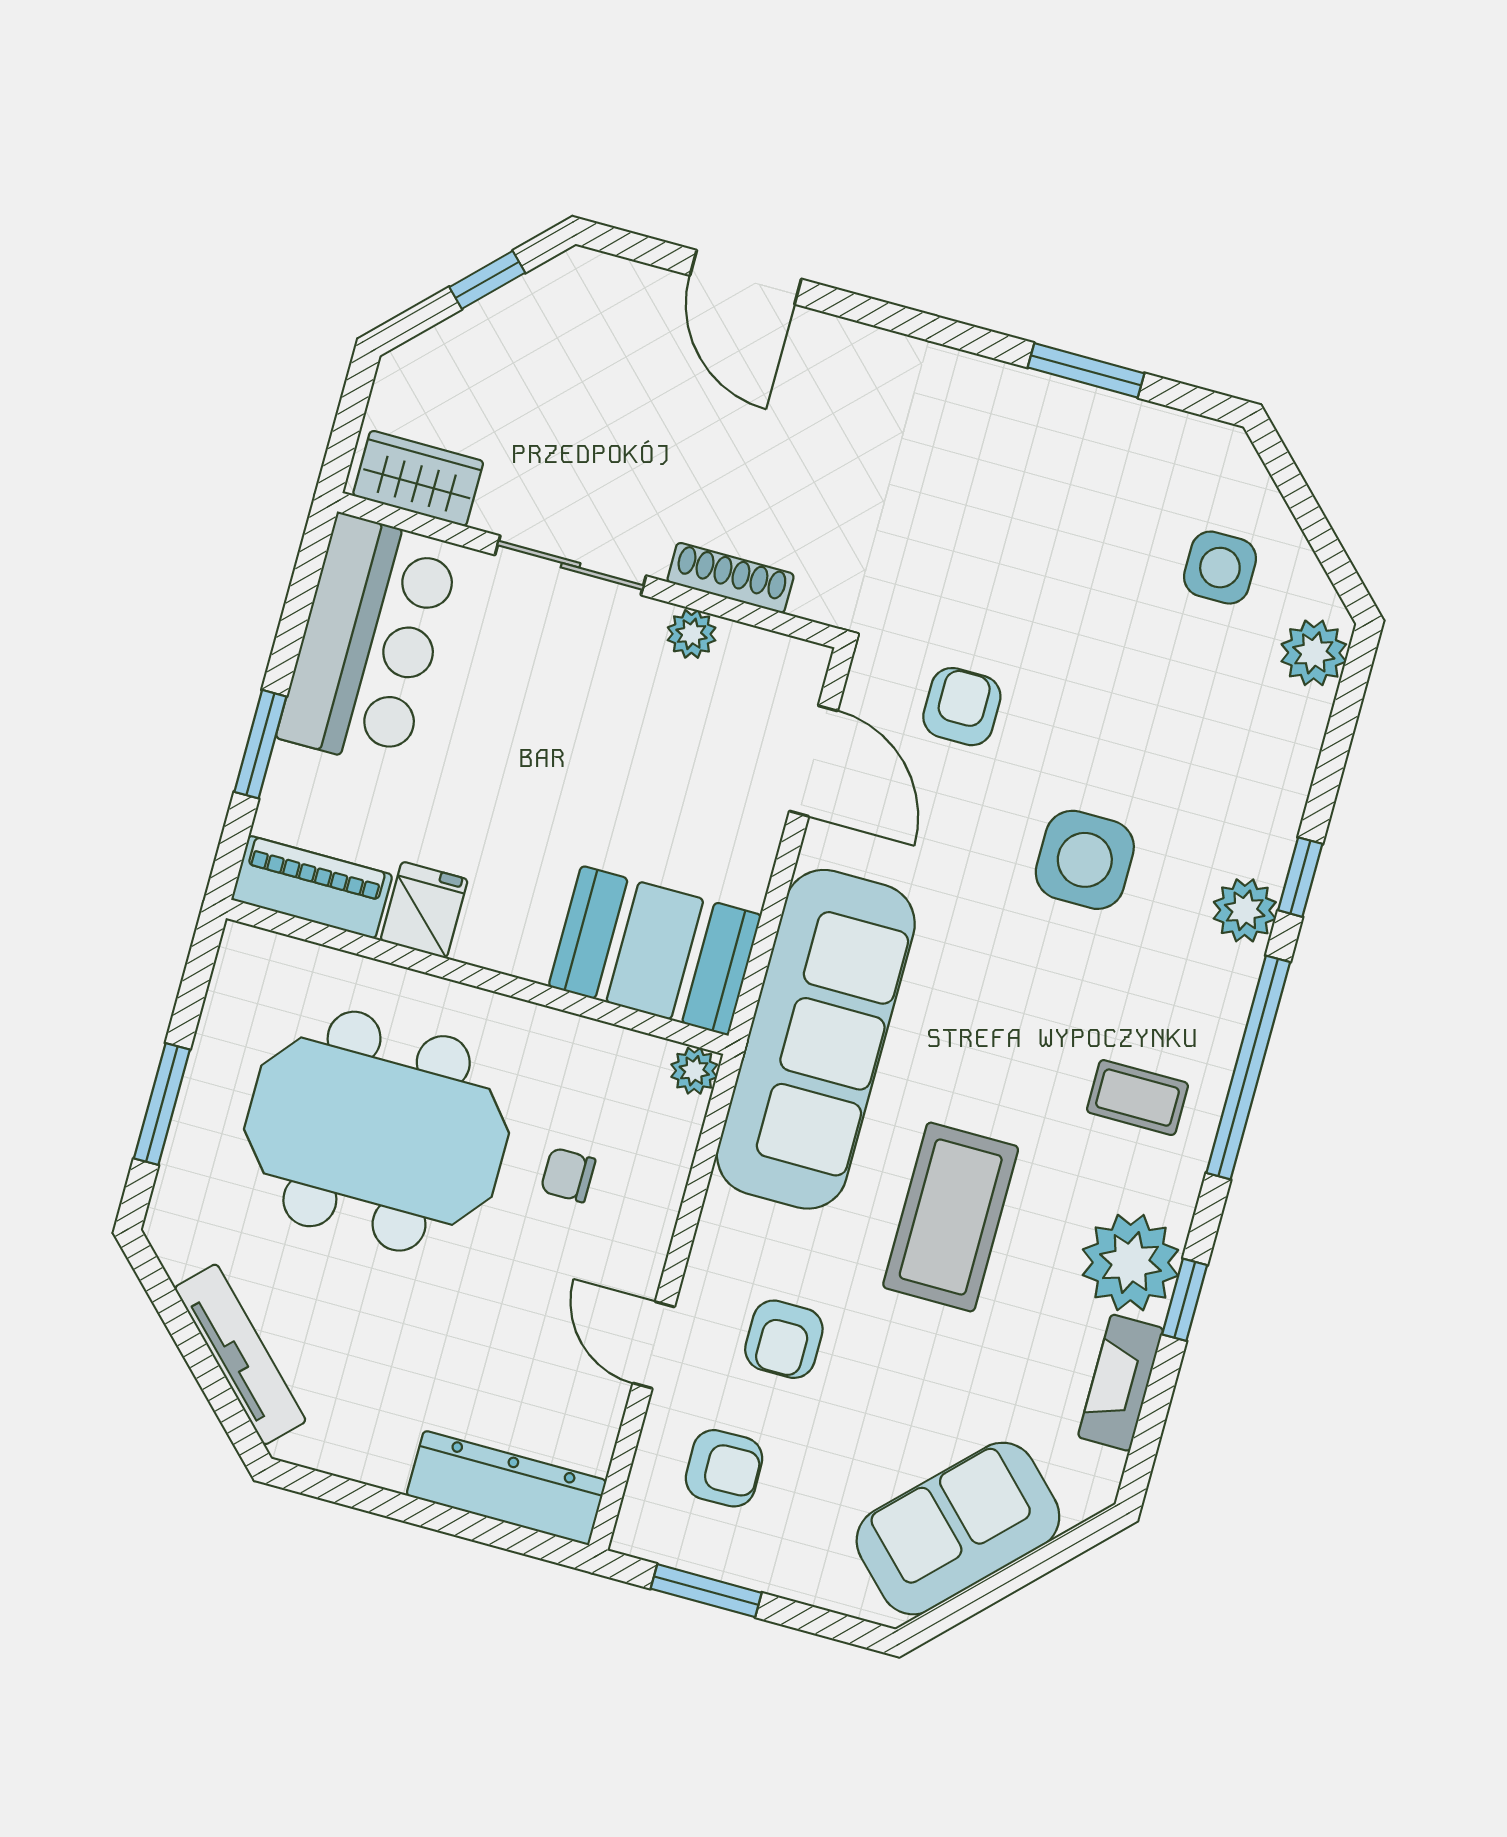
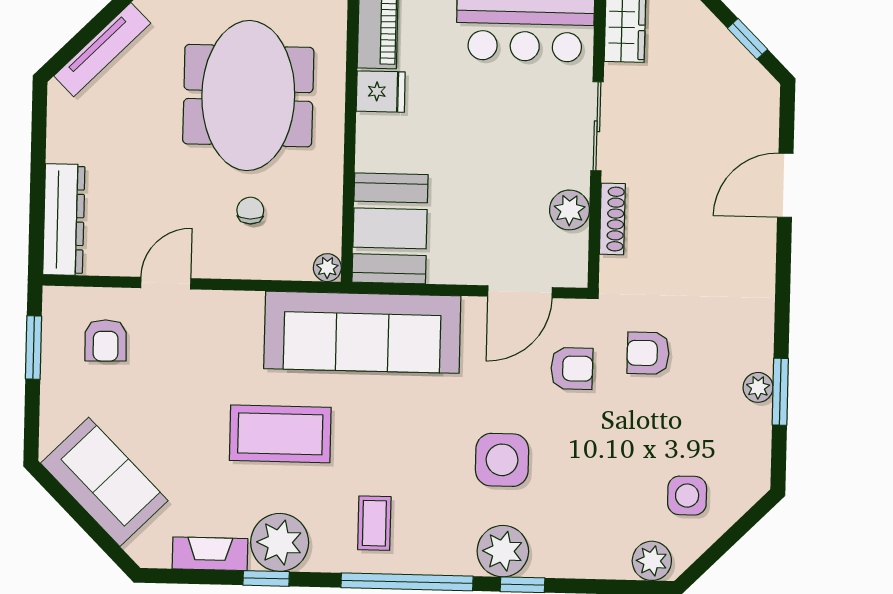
plant: (1070, 405) -> (758, 387), added
plant: (692, 634) -> (570, 210), width x1.38, depth x1.38
plant: (1245, 910) -> (503, 551), width x1.36, depth x1.36
armchair: (784, 1339) -> (648, 353), moved

